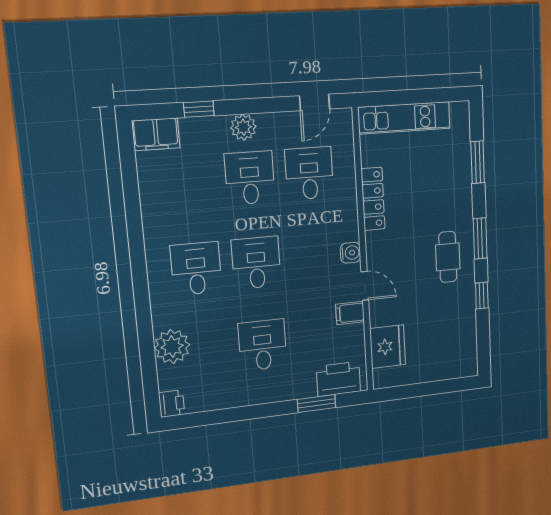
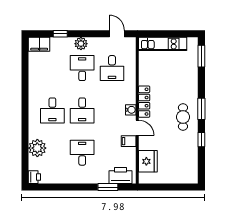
door: (315, 102) -> (117, 34), swing flipped
window: (478, 162) -> (201, 56), moved
desk: (309, 173) -> (112, 68), turned 180
locker: (373, 199) -> (144, 102), moved
desk: (256, 263) -> (82, 110), turned 180
desk: (196, 269) -> (52, 110), turned 180

